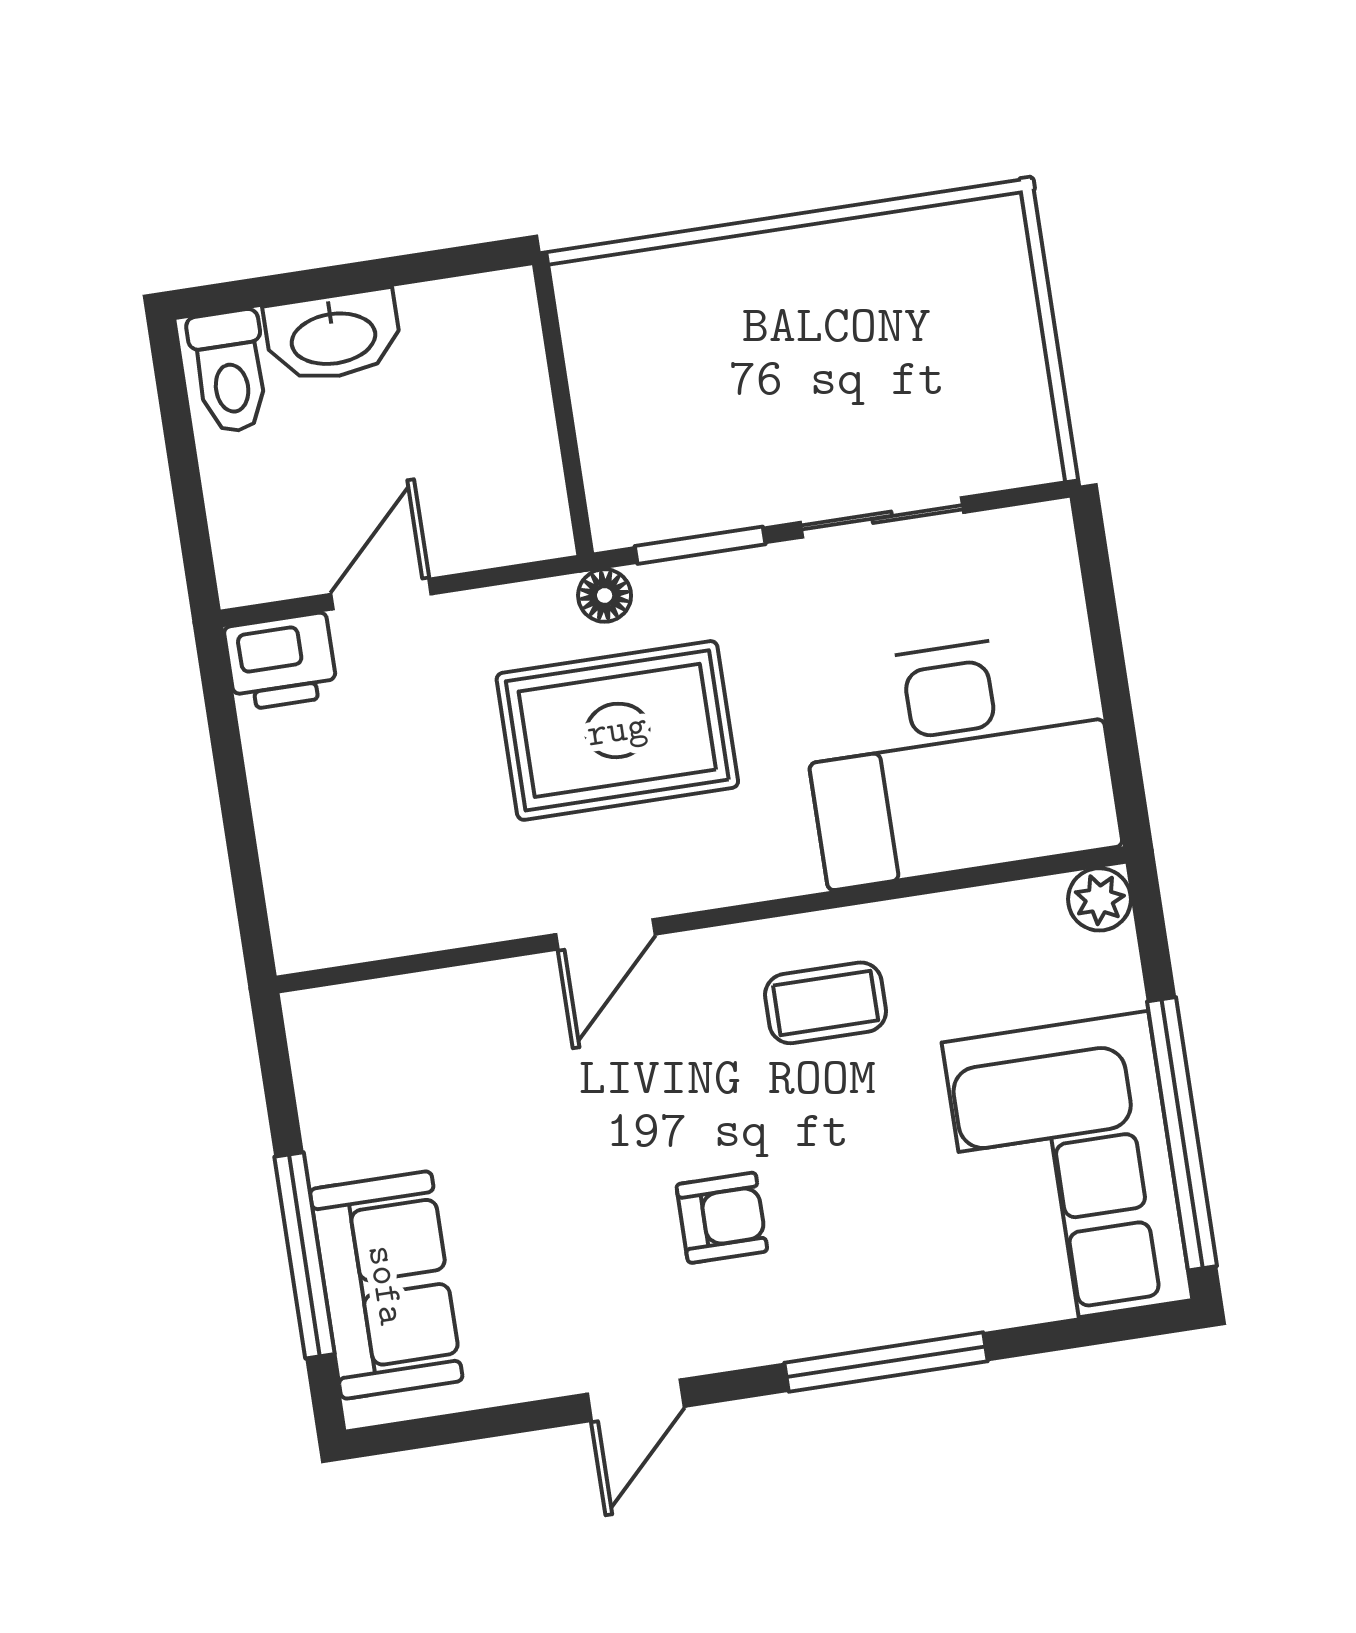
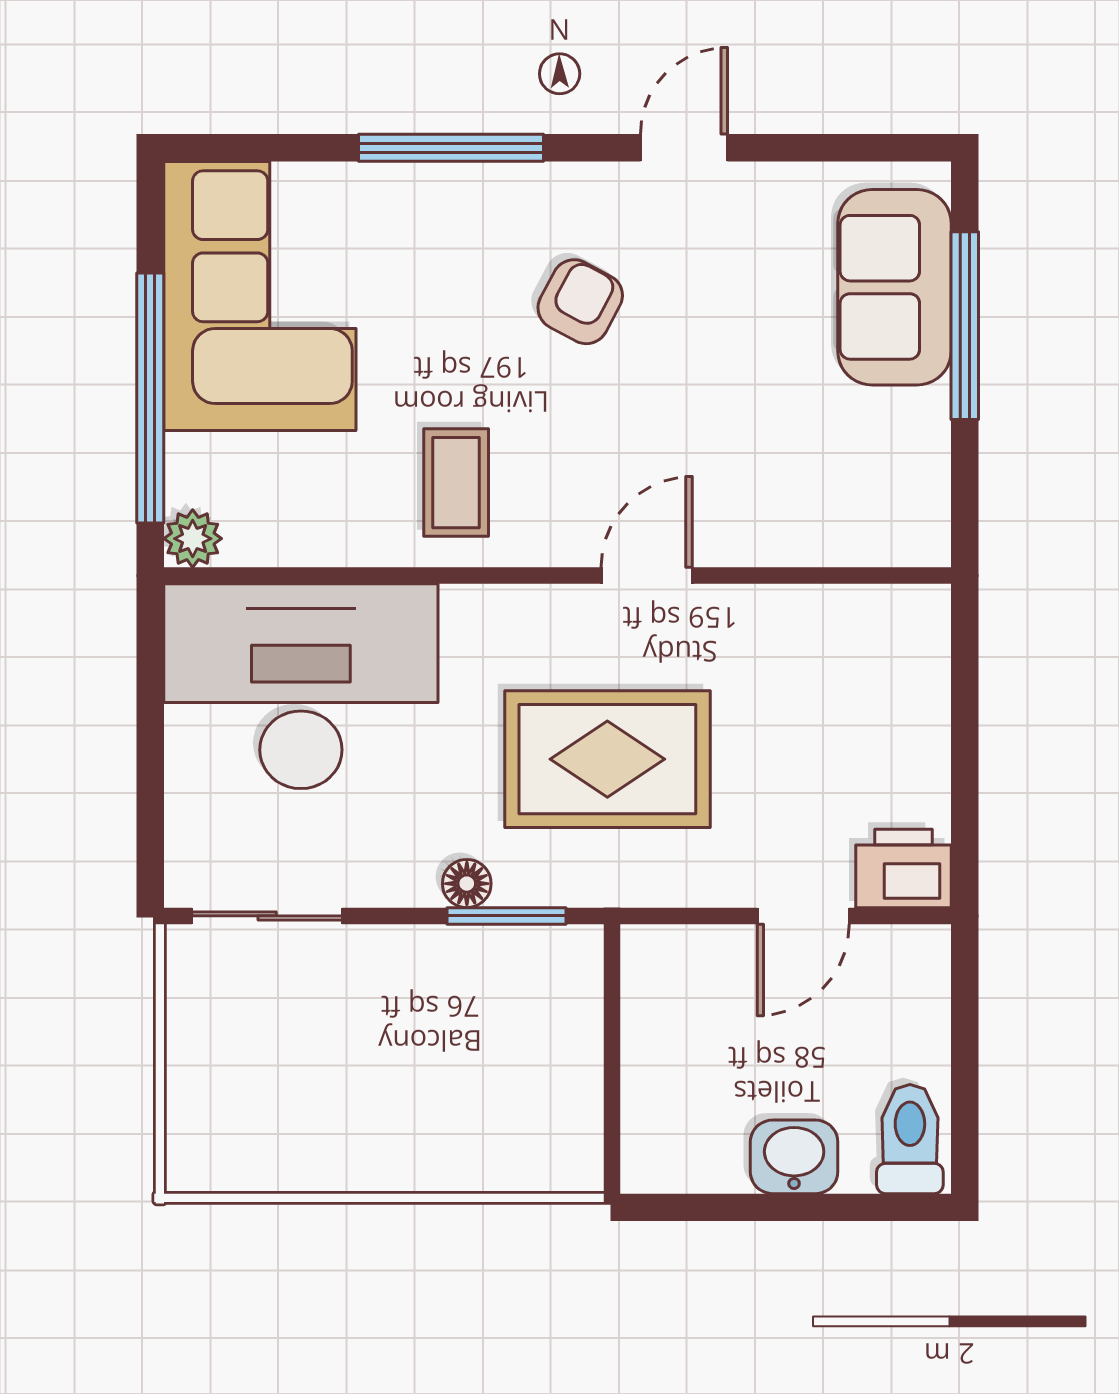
washbasin: (333, 336) -> (794, 1157), width x0.72
sliding door: (882, 517) -> (267, 916), moved
floor lamp: (605, 595) -> (467, 884), moved
coffee table: (826, 1003) -> (456, 483), turned 90
window: (1182, 1134) -> (150, 398), moved
armchair: (722, 1218) -> (580, 302), turned 118

